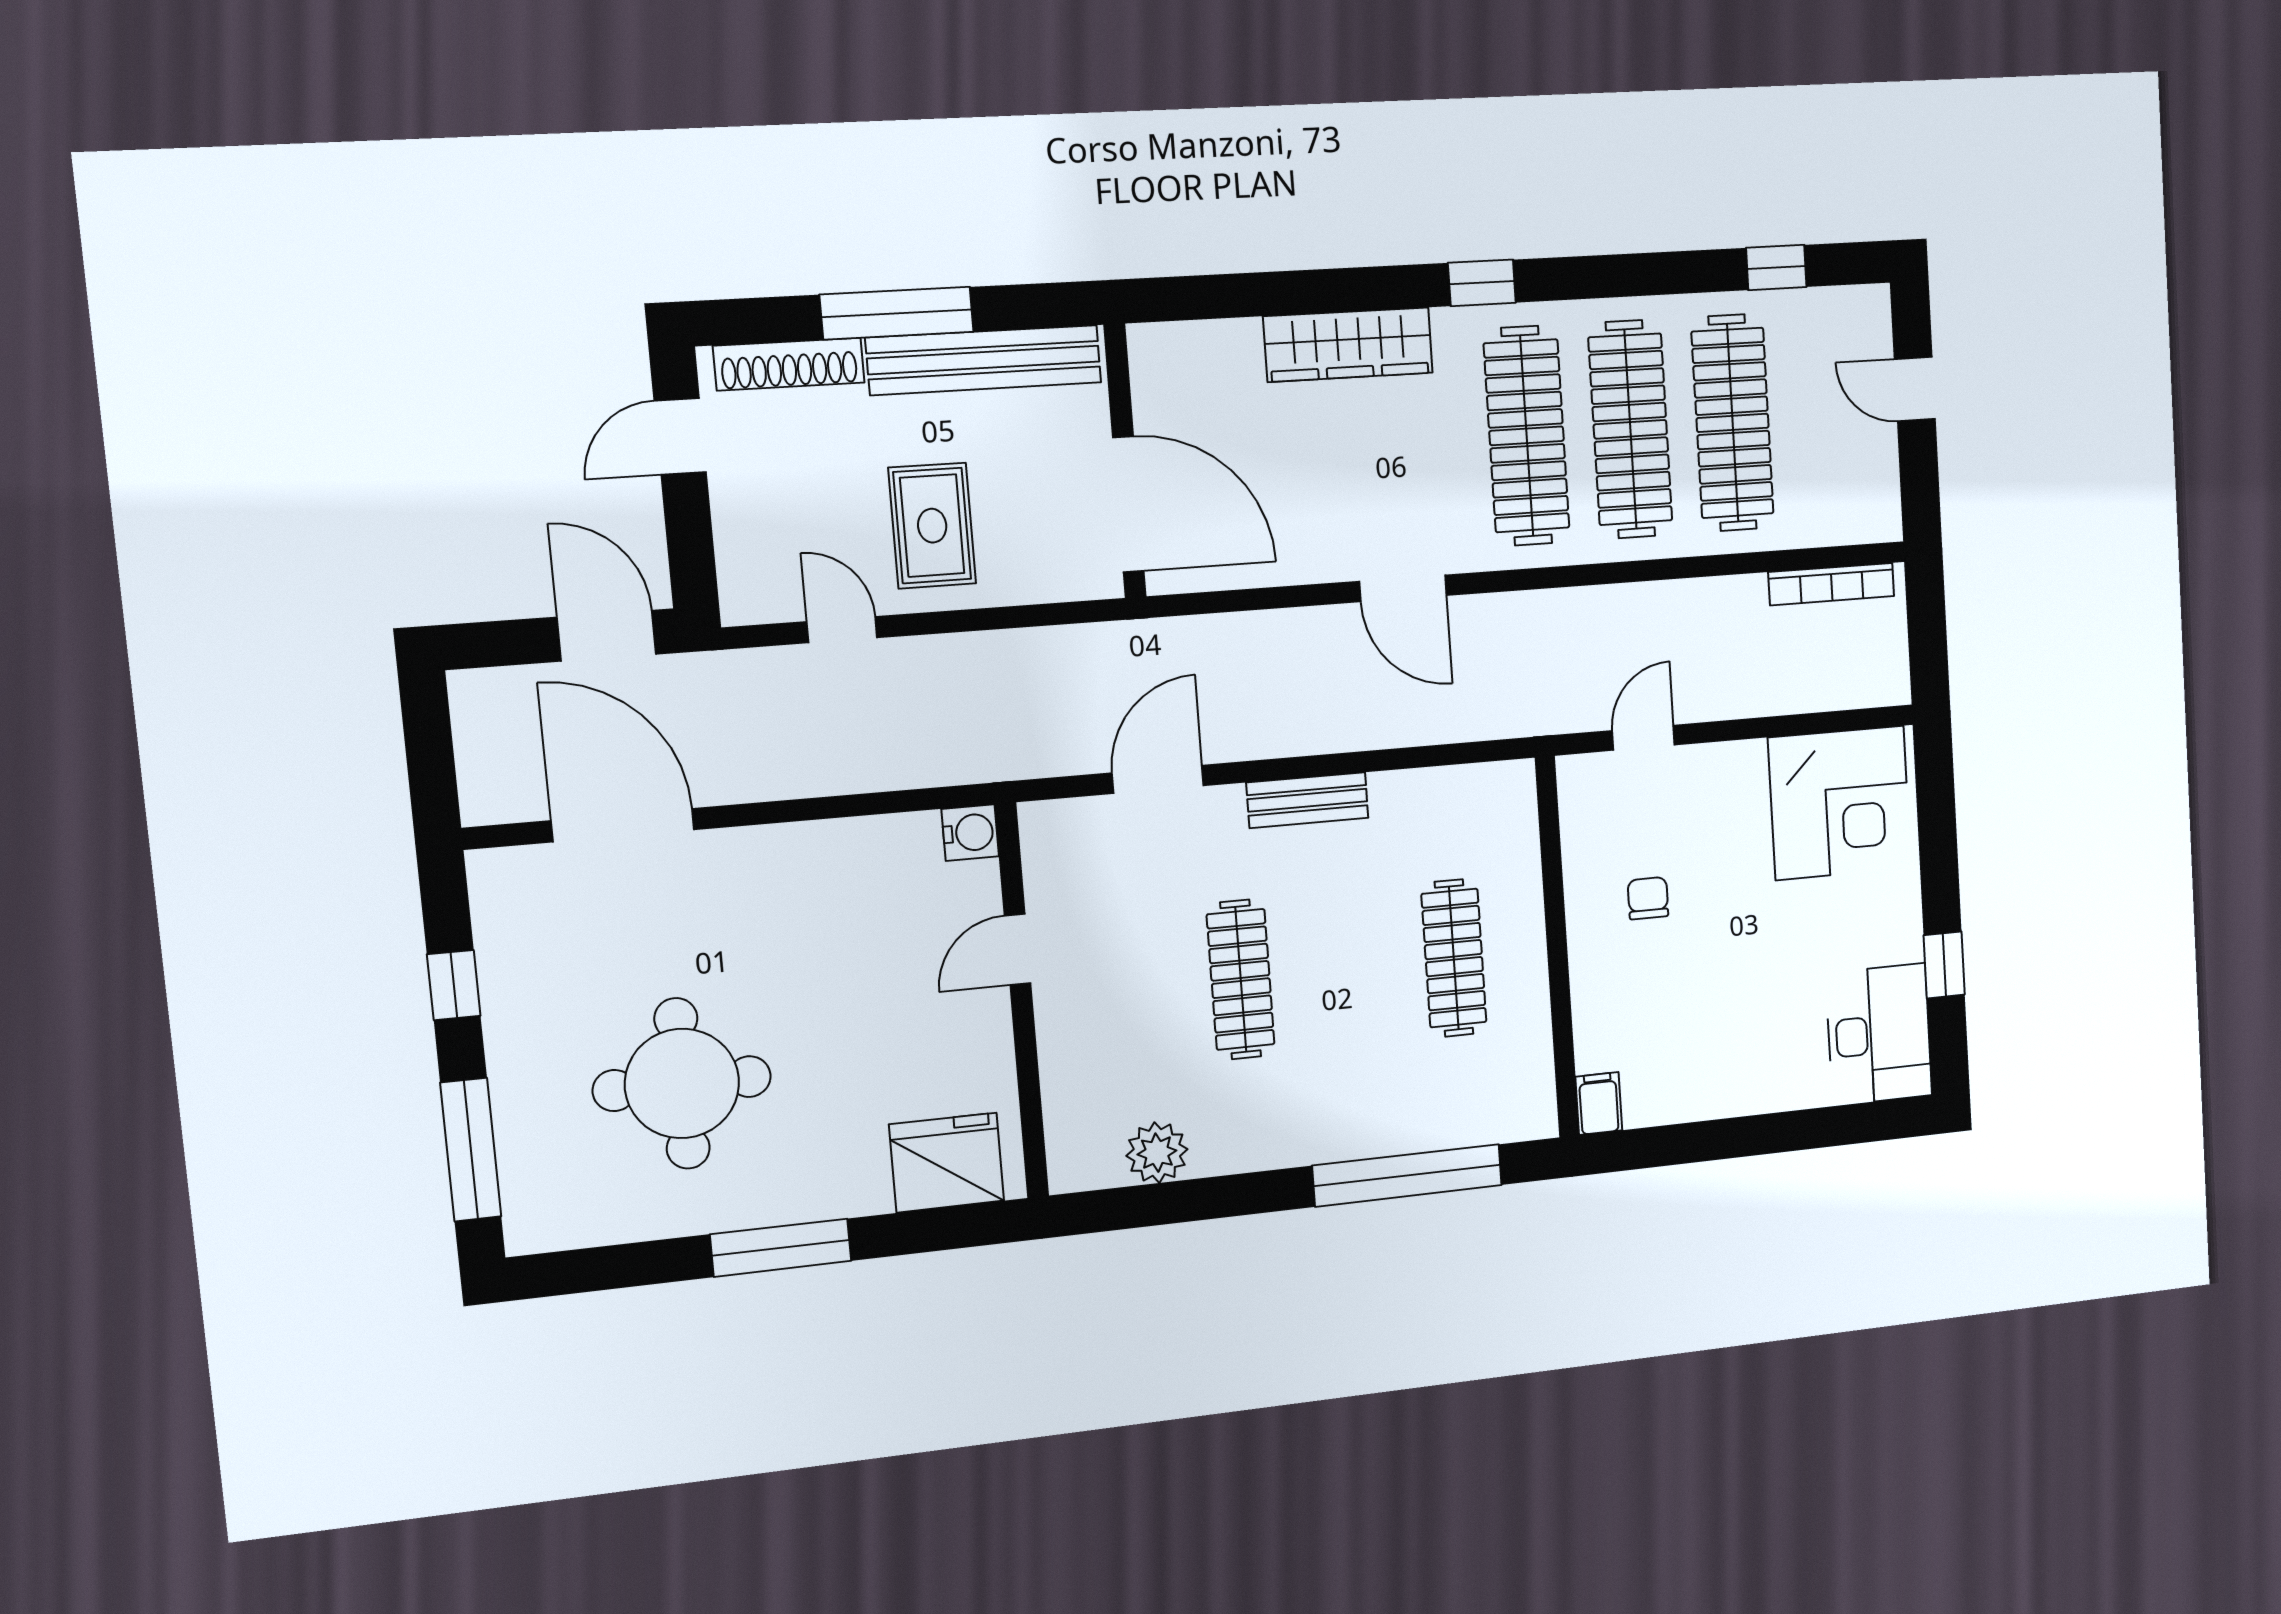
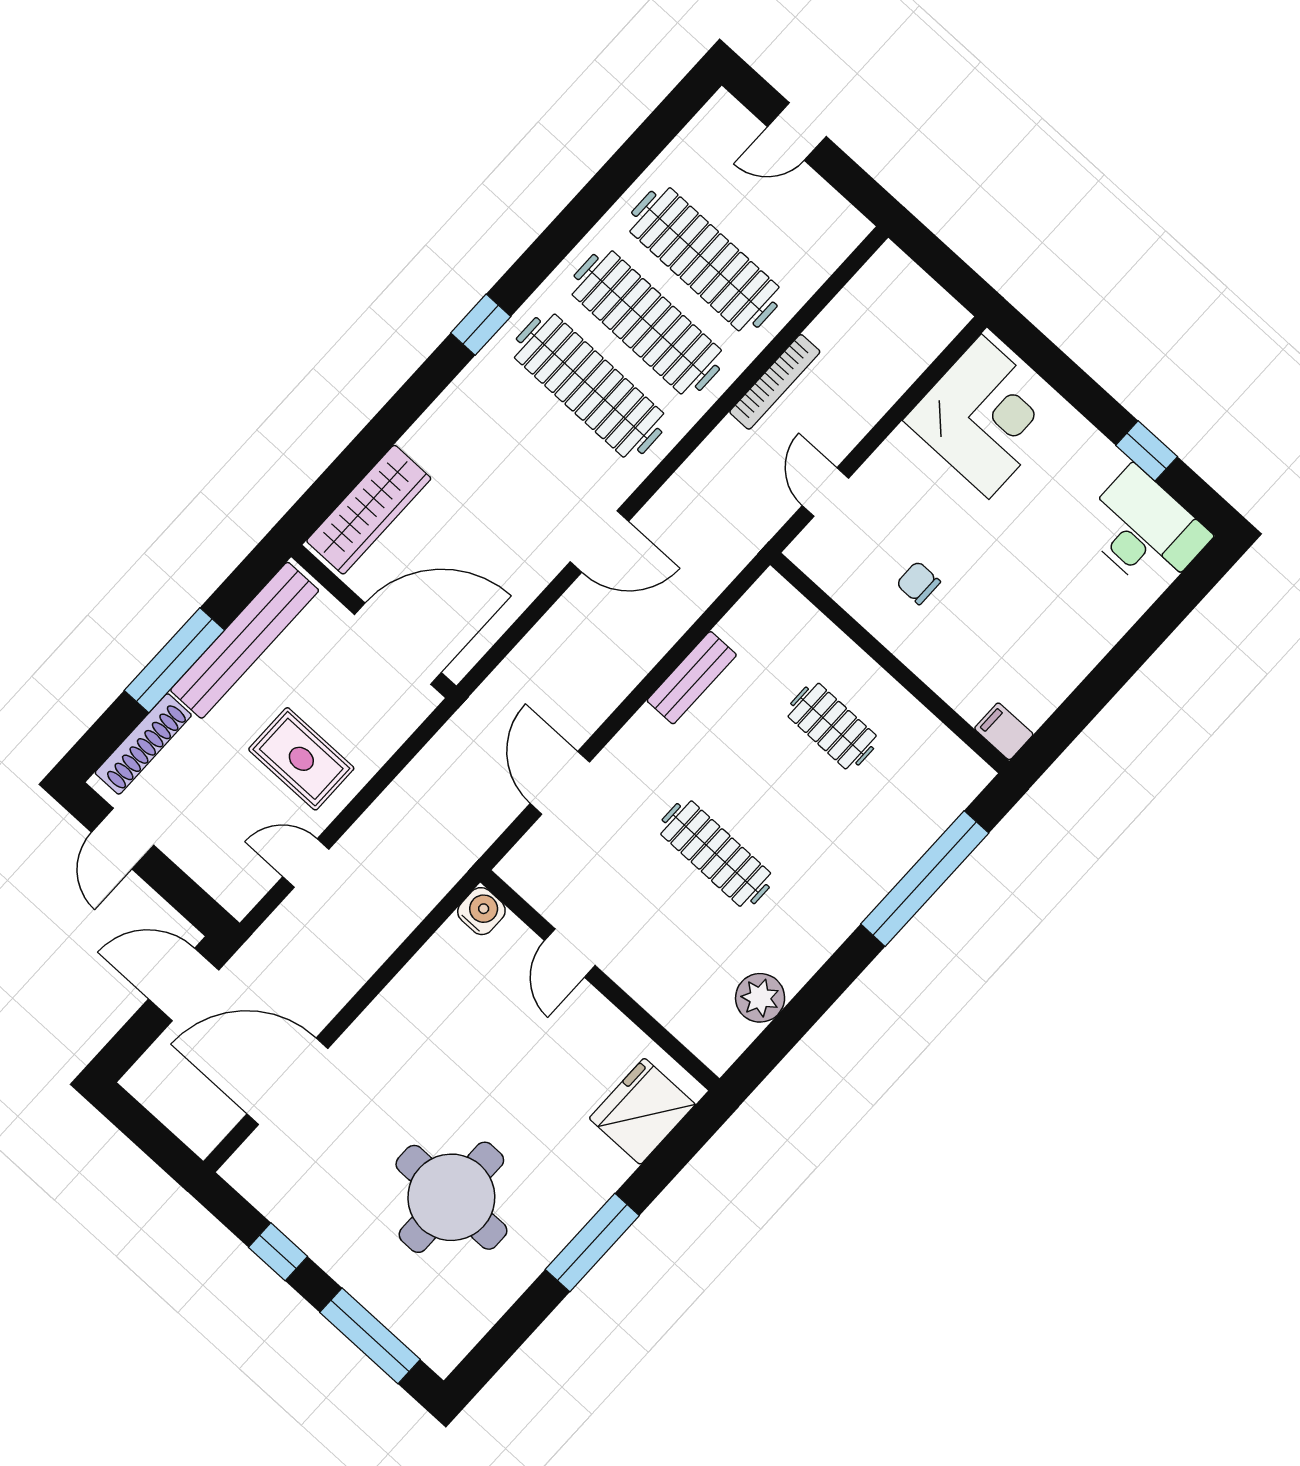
window: (1776, 267) -> (645, 145), removed
wardrobe: (1348, 345) -> (369, 510), moved
bookcase: (1831, 584) -> (775, 382), moved
bench: (1307, 800) -> (692, 678), moved
clothes rail: (1454, 958) -> (832, 726), width x0.73

